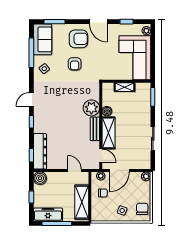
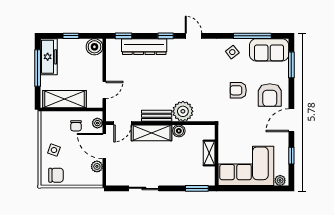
dresser: (40, 151) -> (144, 47), moved
plant: (146, 176) -> (97, 166), moved

